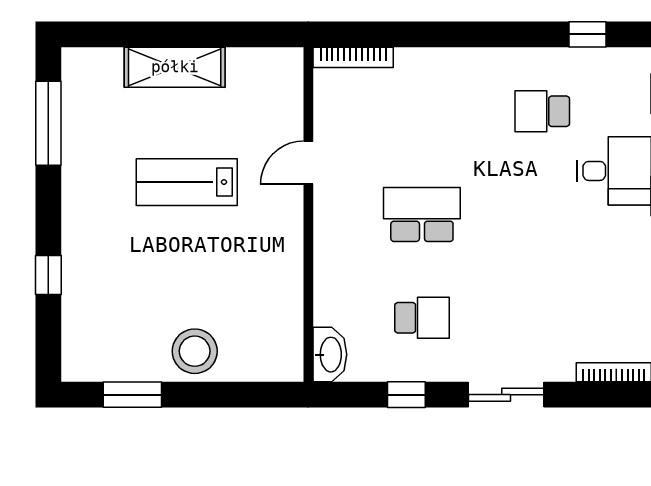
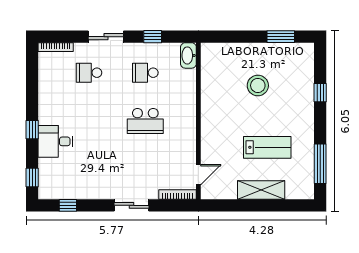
sliding door: (452, 34) -> (131, 205), added
school desk: (542, 111) -> (89, 73), moved, turned 180
door: (308, 163) -> (198, 175), moved
lab bench: (187, 182) -> (267, 147), moved
stool: (195, 351) -> (258, 85), moved

